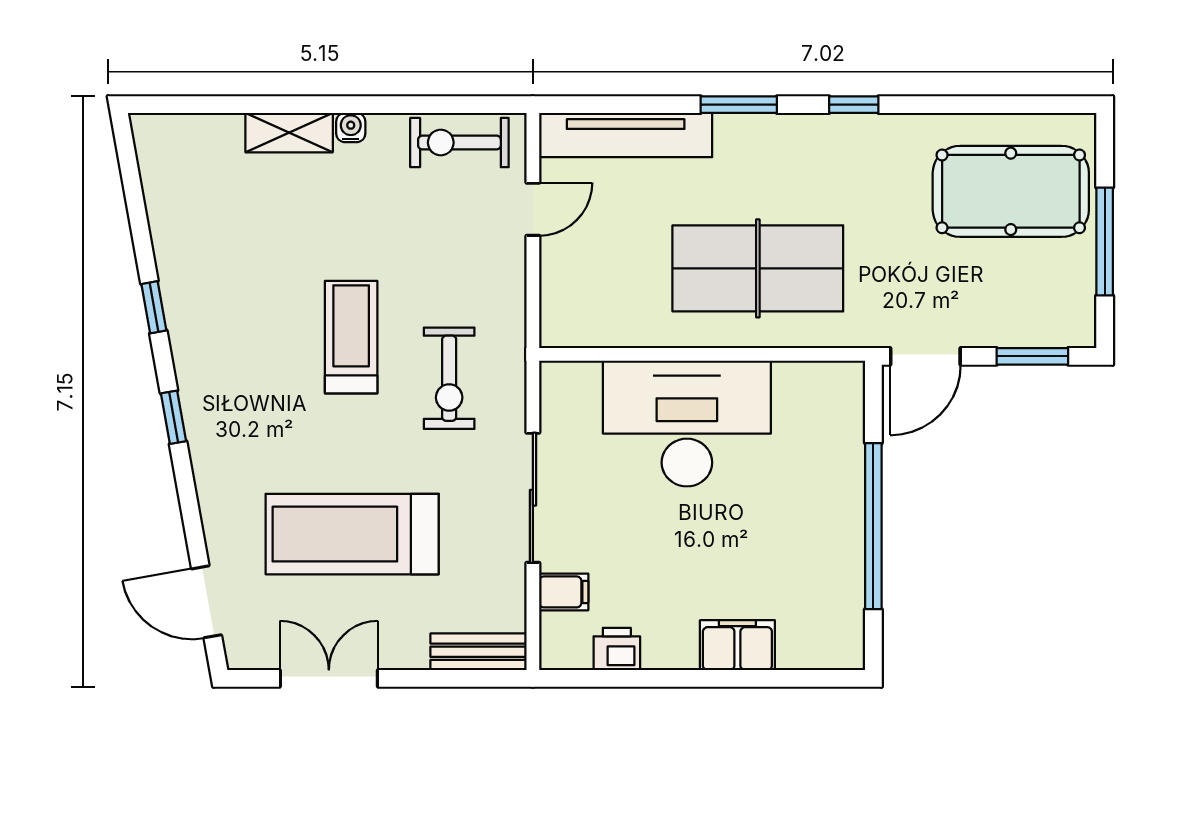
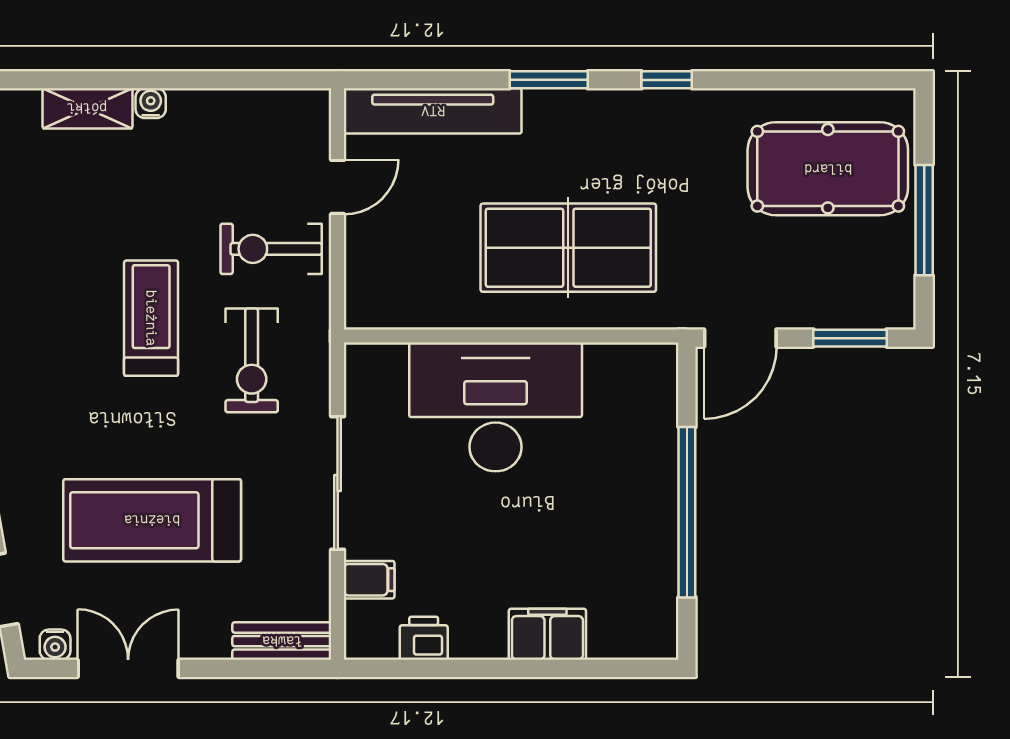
exercise bike: (459, 143) -> (271, 249), moved
water cooler: (258, 655) -> (55, 645), added

